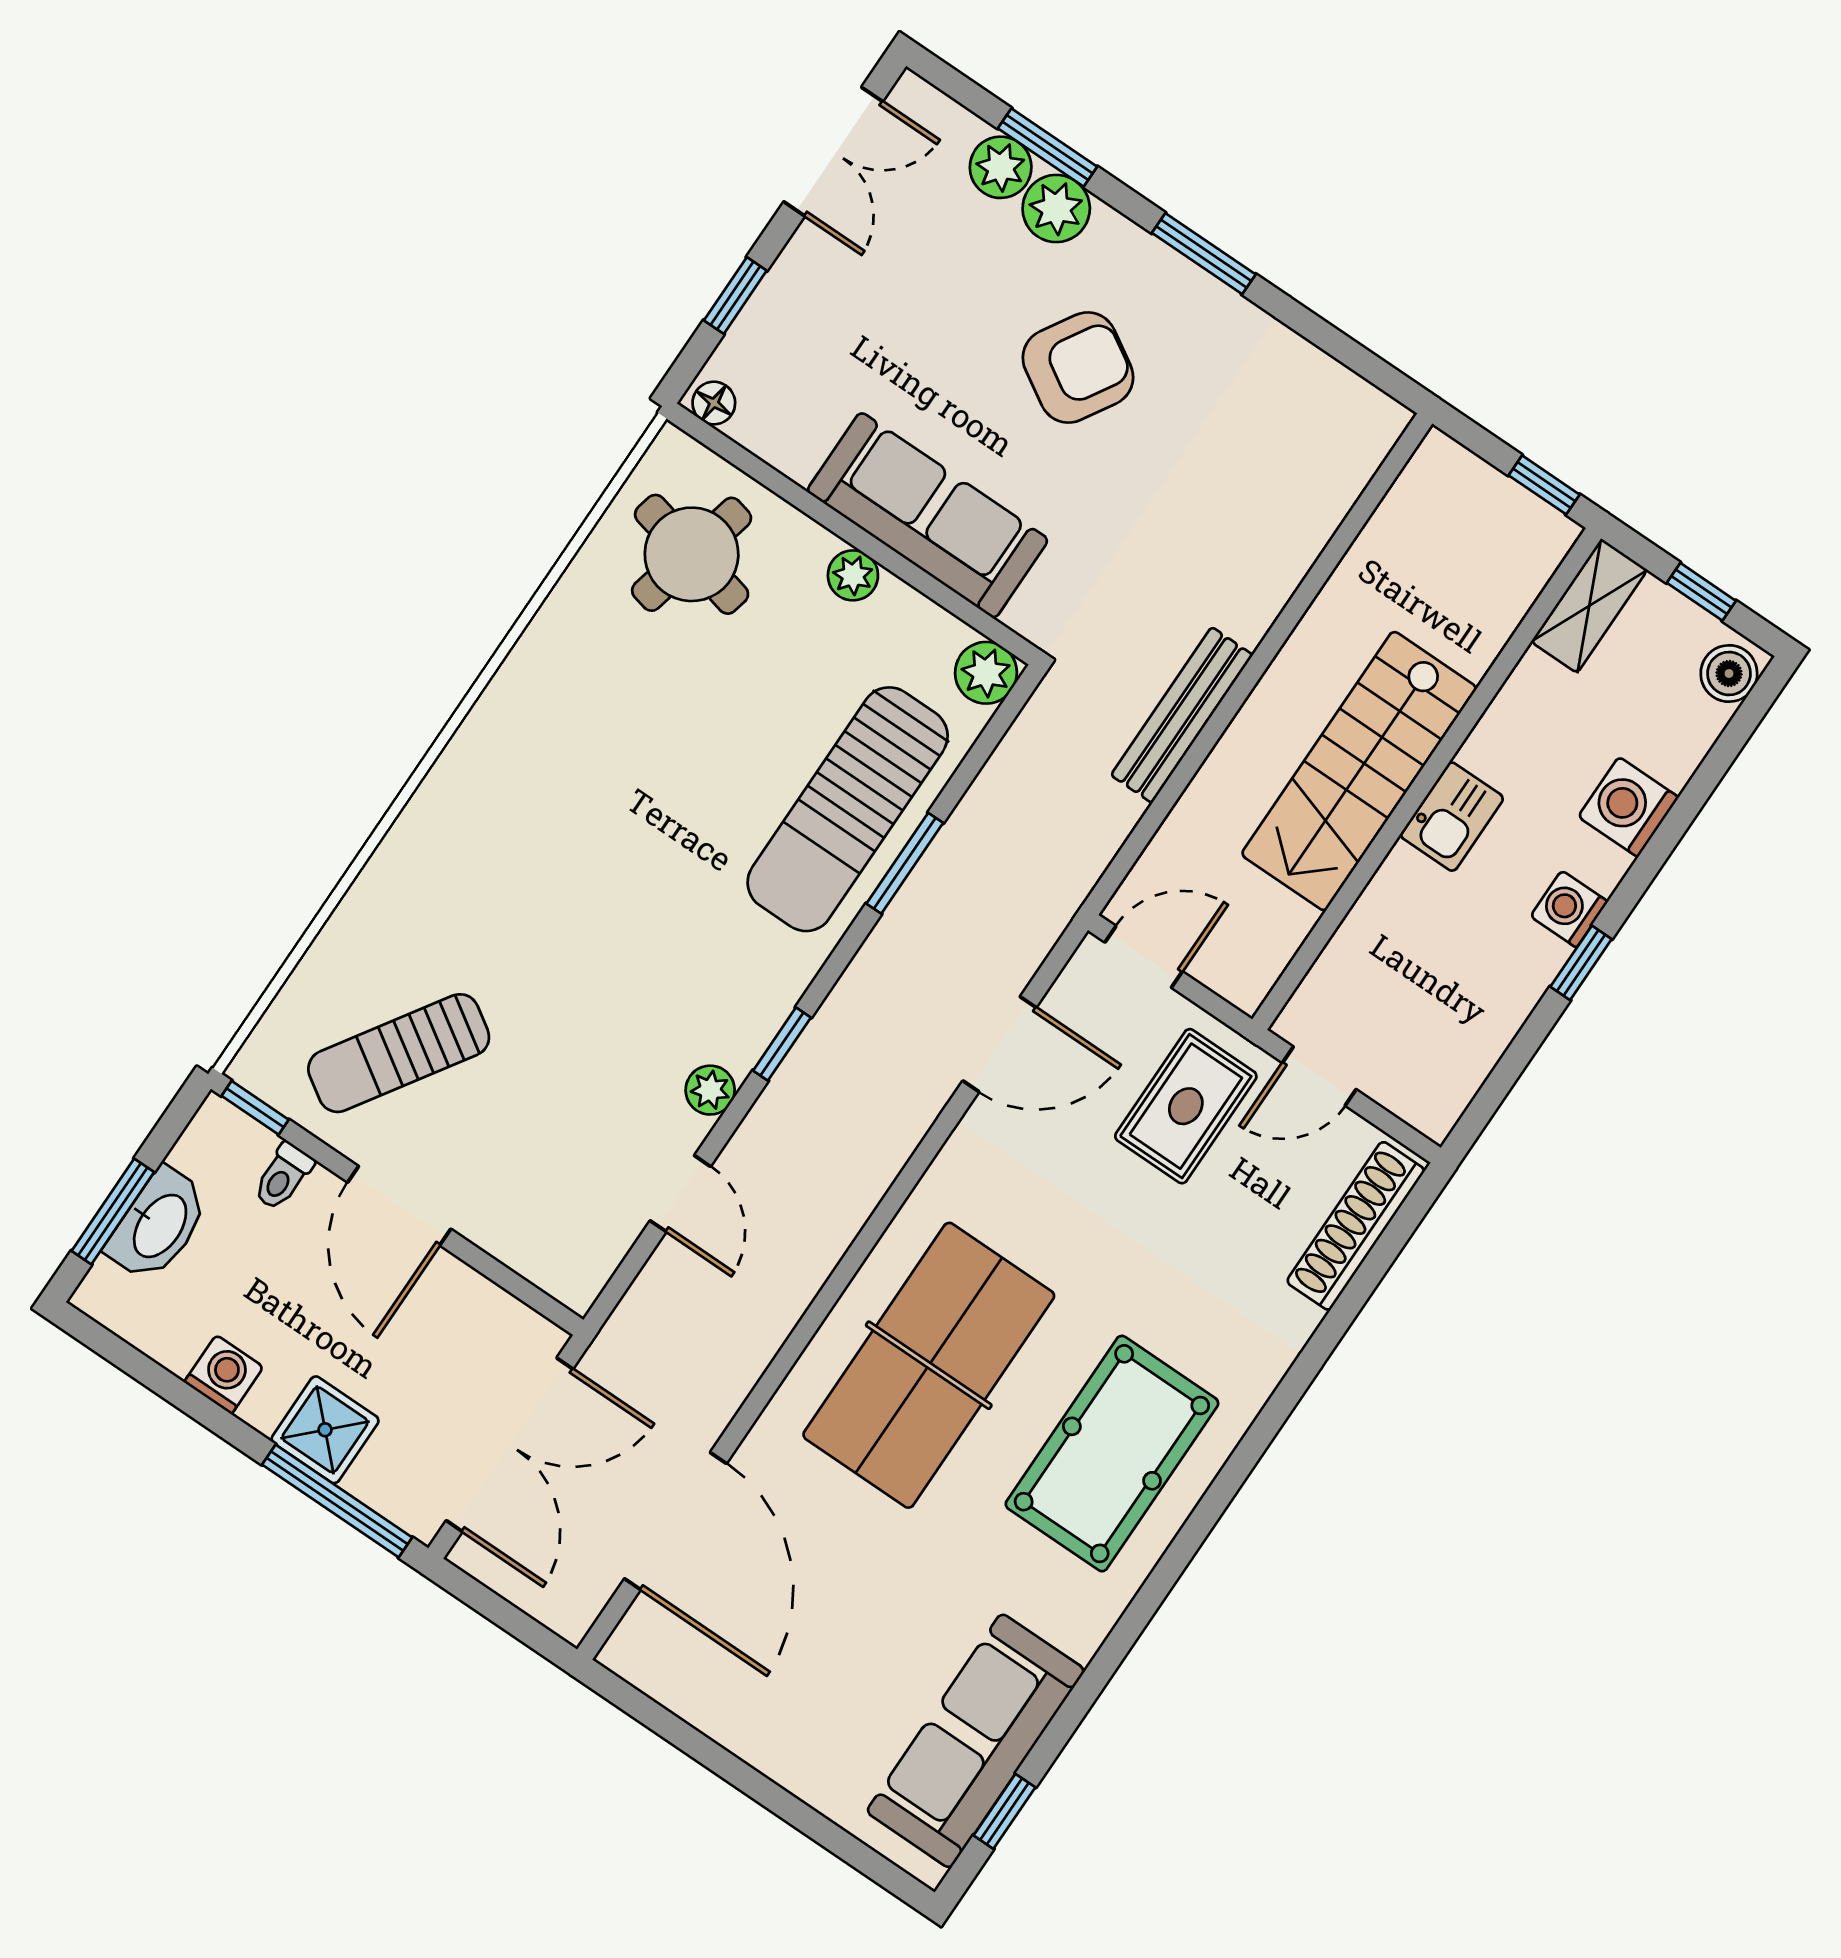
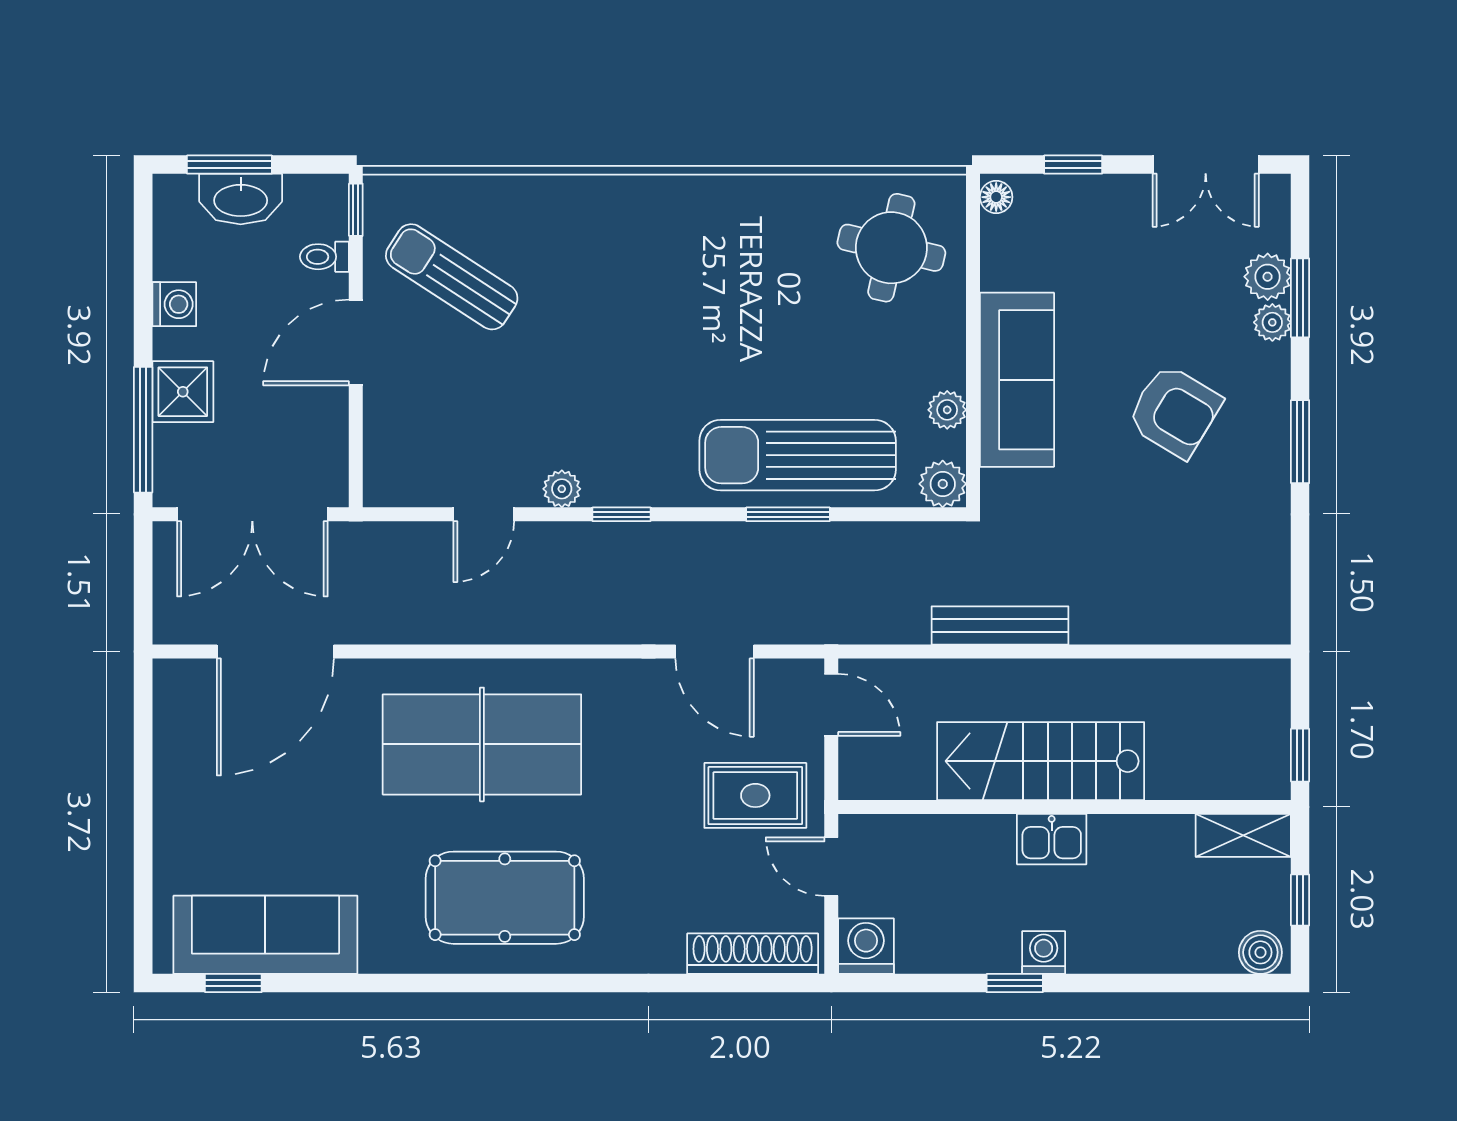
plant: (1056, 209) -> (1272, 322), width x0.73, depth x0.73
plant: (853, 575) -> (947, 410), moved
washing machine: (1628, 807) -> (866, 946), moved

